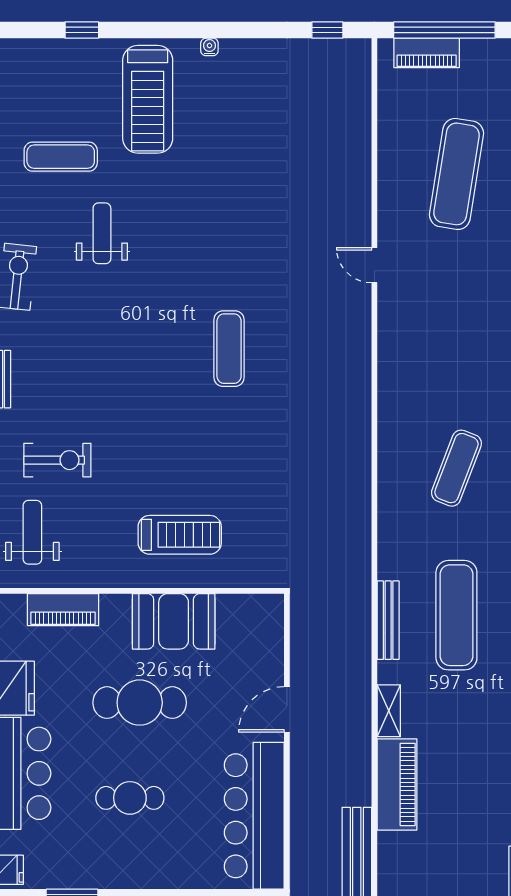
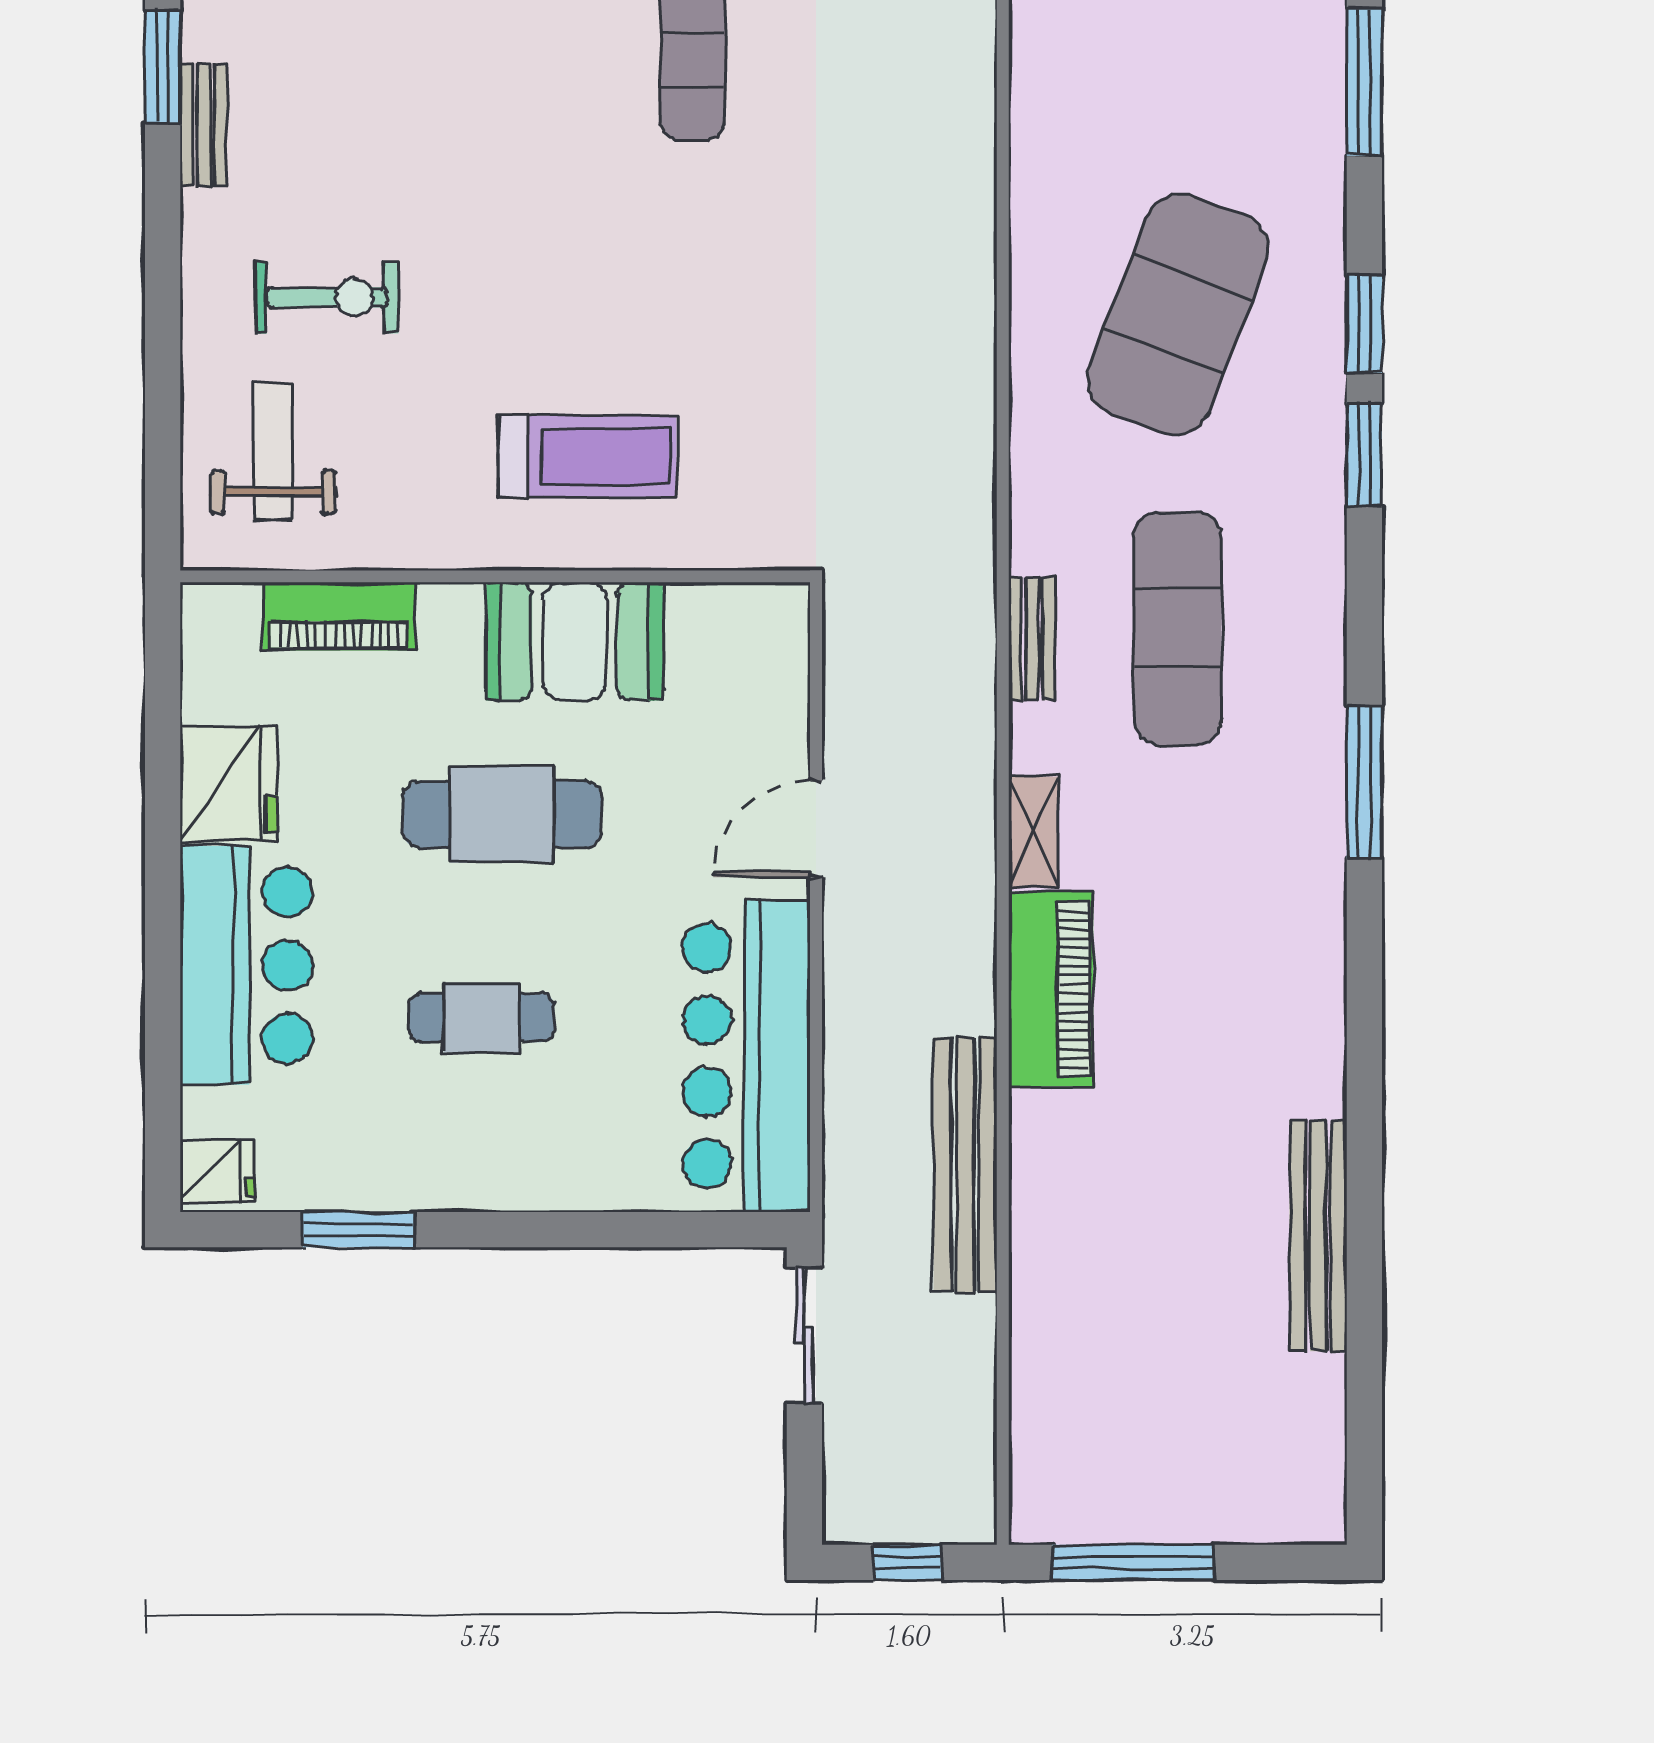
exercise mat: (456, 468) -> (1178, 315), width x2.00, depth x1.45
bench: (388, 620) -> (1032, 639), width x0.73

